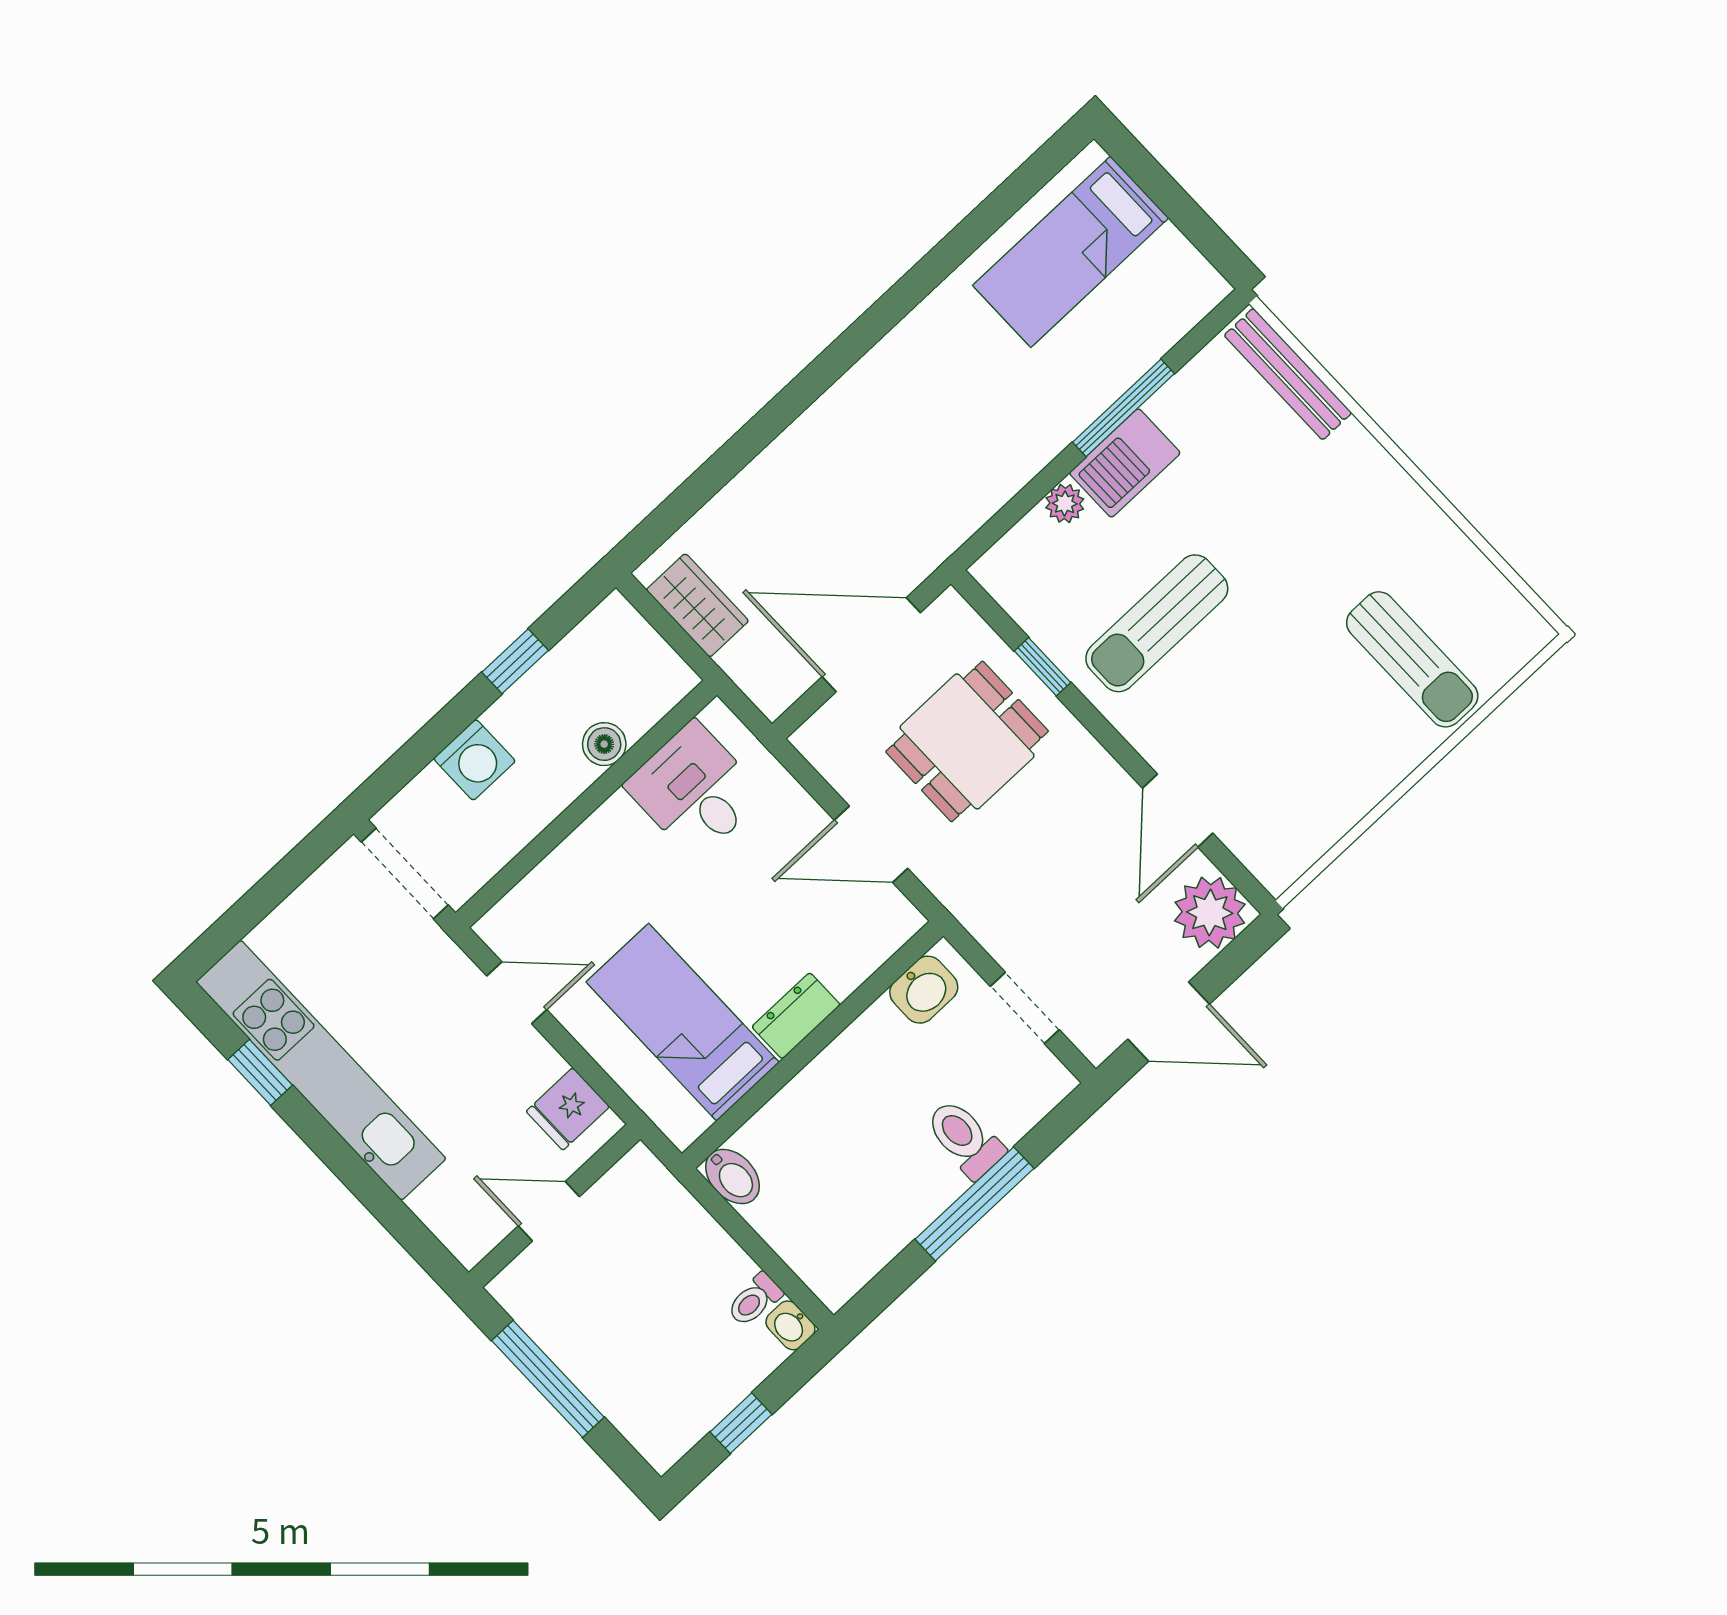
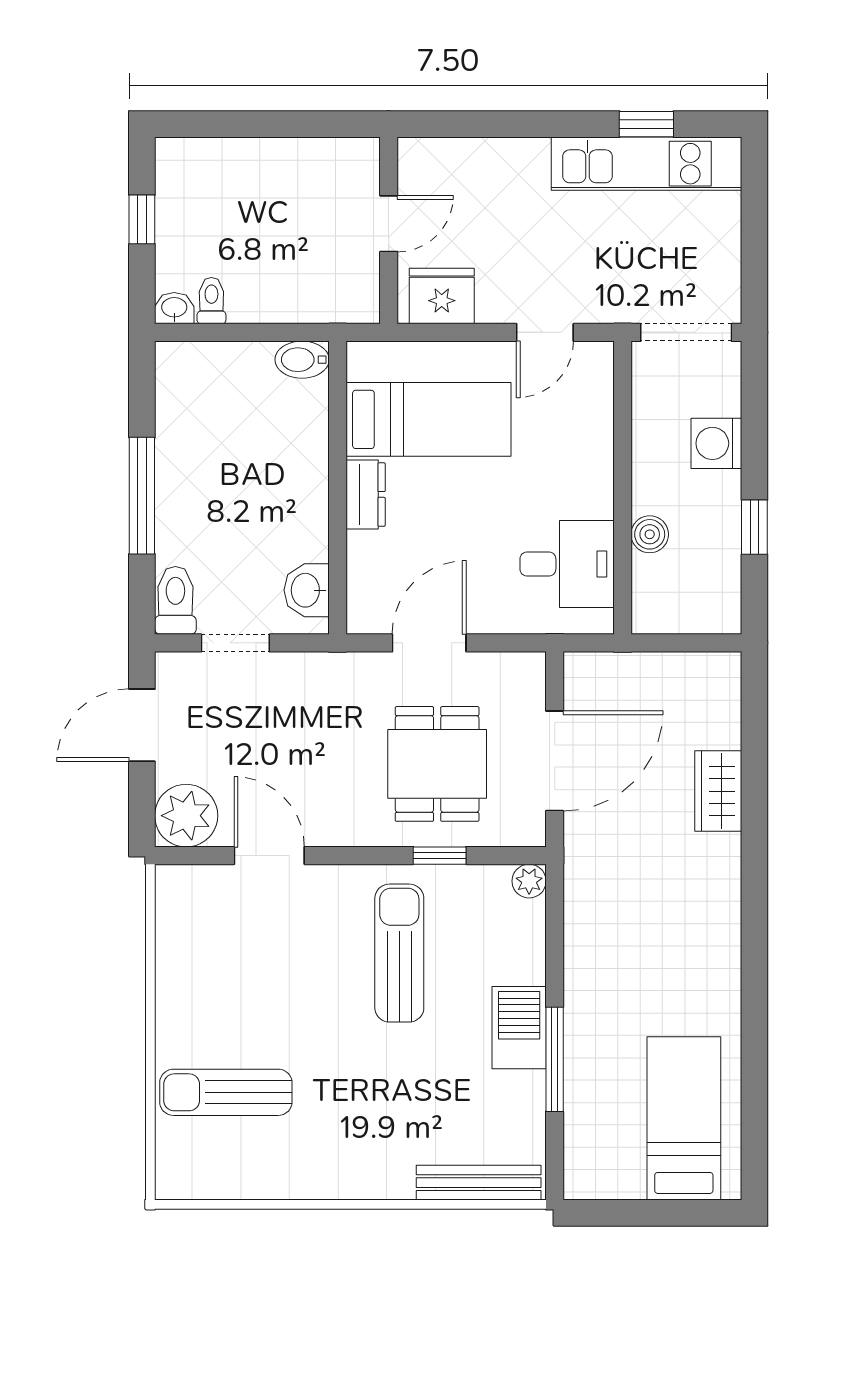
plant: (1065, 503) -> (529, 881), moved
wardrobe: (697, 605) -> (718, 791), moved, turned 90
kitchen unit: (321, 1070) -> (646, 164), width x0.73
fridge: (568, 1109) -> (442, 296), width x1.38
toilet: (965, 1139) -> (175, 600), moved, turned -90
window: (548, 1379) -> (284, 124), removed

